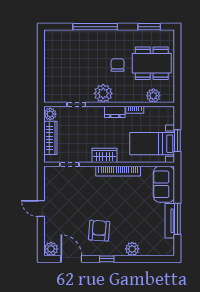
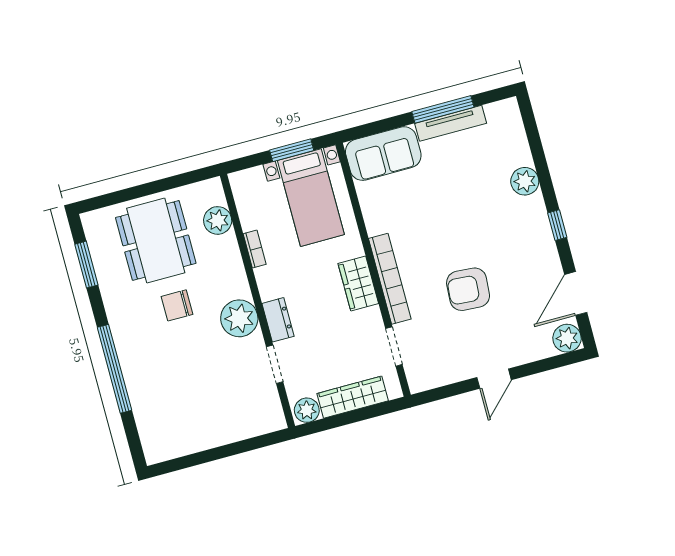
dresser: (115, 112) -> (278, 320), moved
bookcase: (118, 171) -> (390, 279), moved
armchair: (99, 231) -> (468, 289), moved

